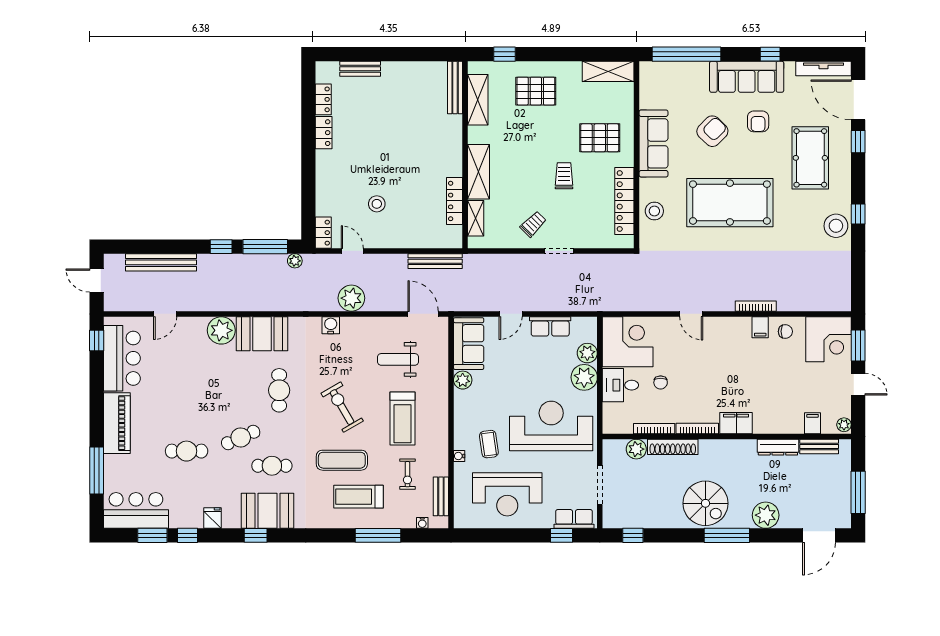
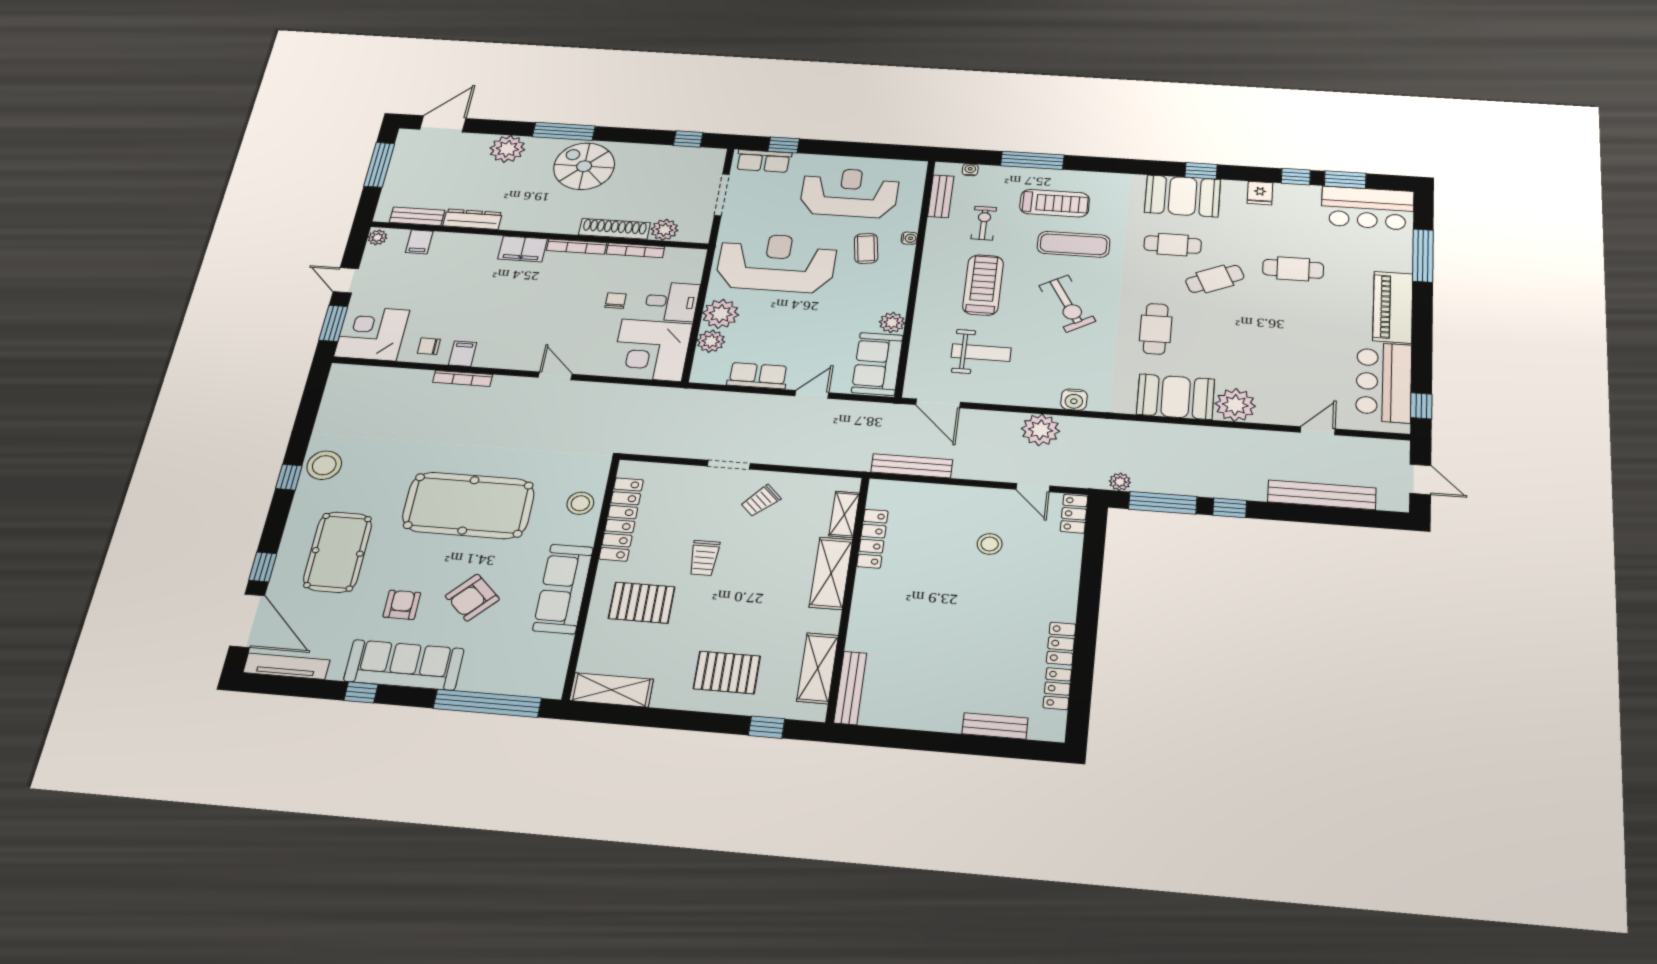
reception desk: (551, 426) -> (777, 263), turned 180

